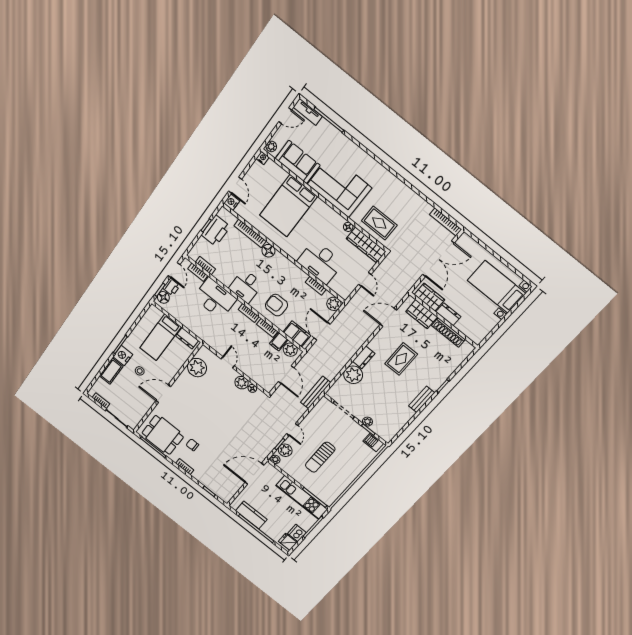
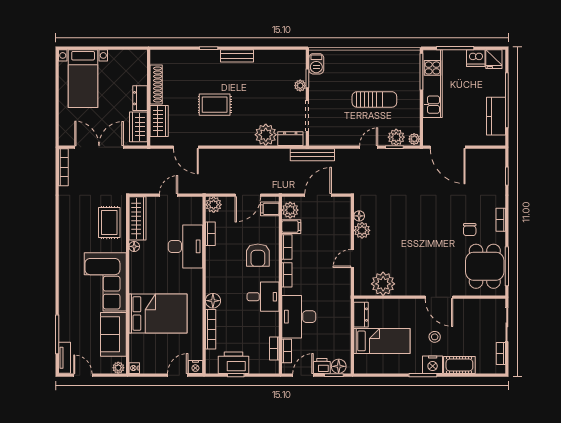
filing cabinet: (297, 334) -> (270, 209), width x0.50
dresser: (364, 357) -> (290, 139), moved

